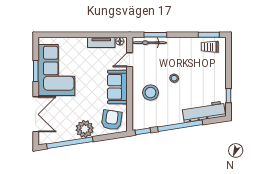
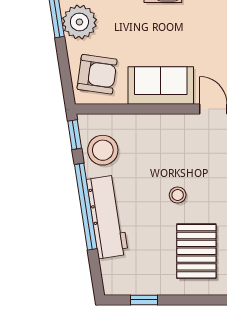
pallet: (203, 68) -> (196, 251), added
stool: (151, 93) -> (103, 150), moved
workbench: (204, 112) -> (107, 217), moved

